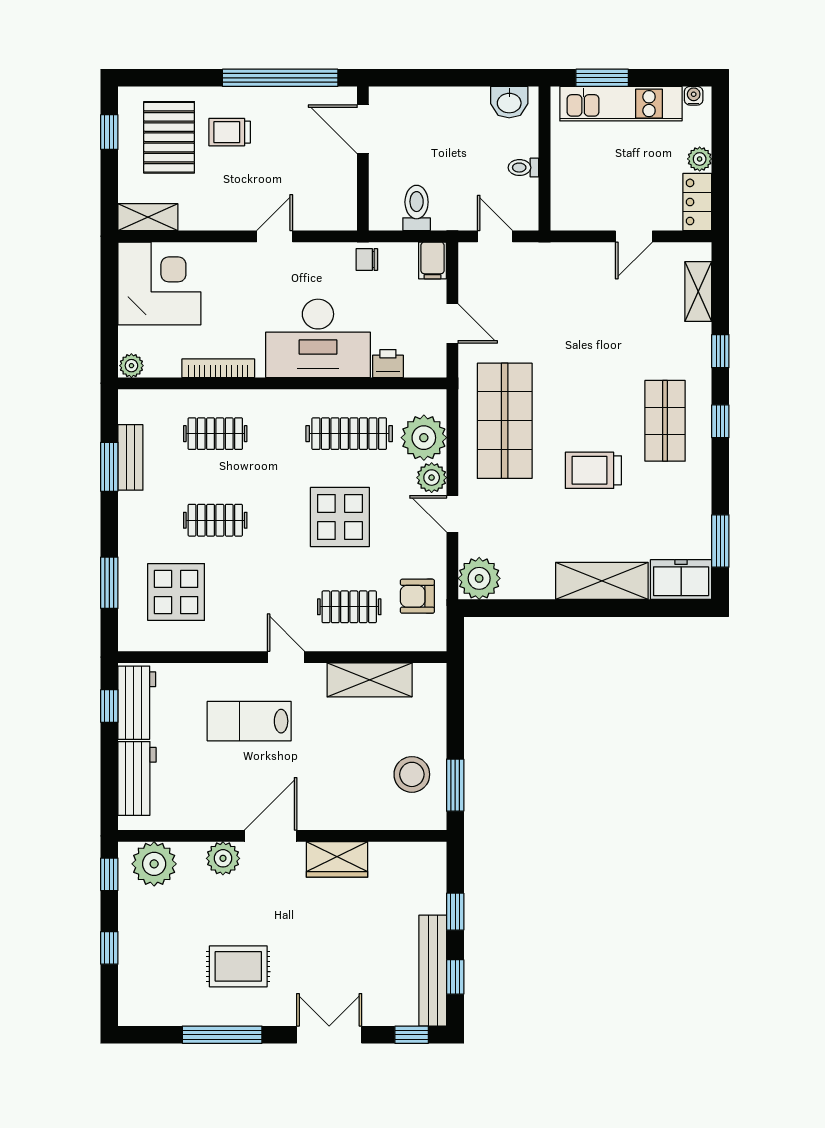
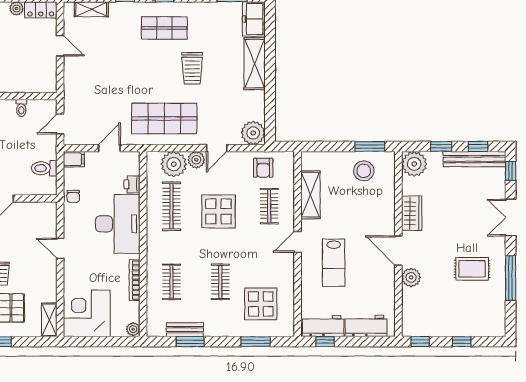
plant: (154, 864) -> (414, 164), moved
rug: (238, 966) -> (472, 269), turned 90

